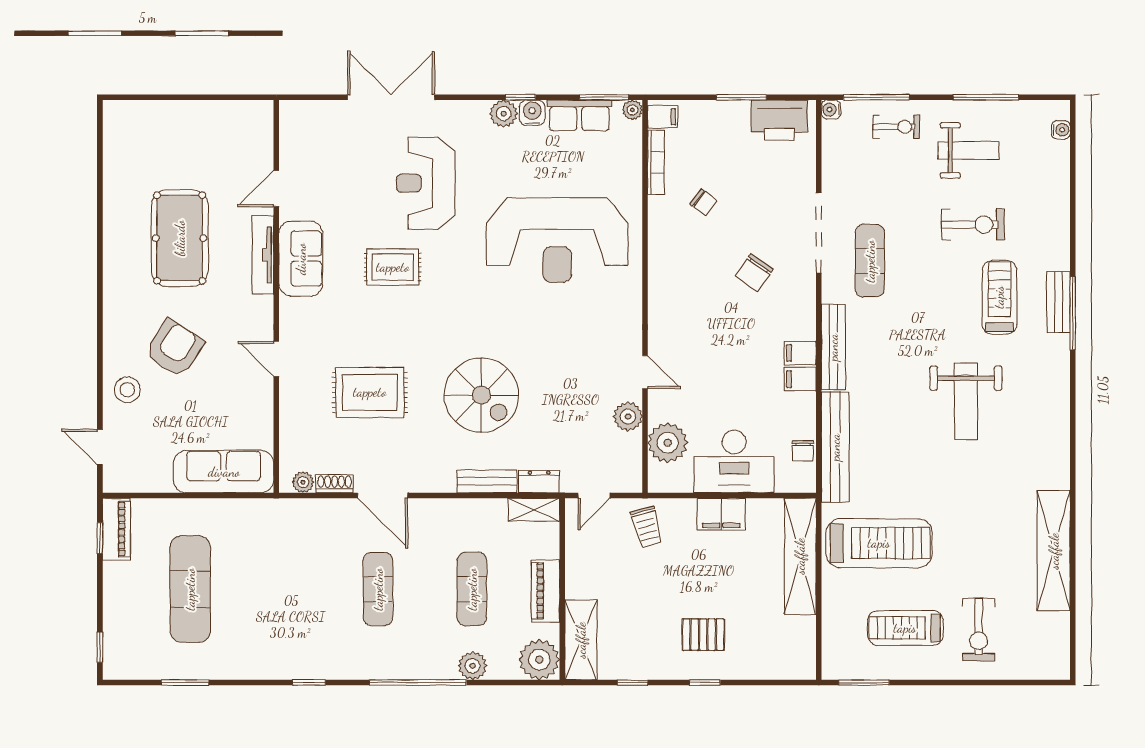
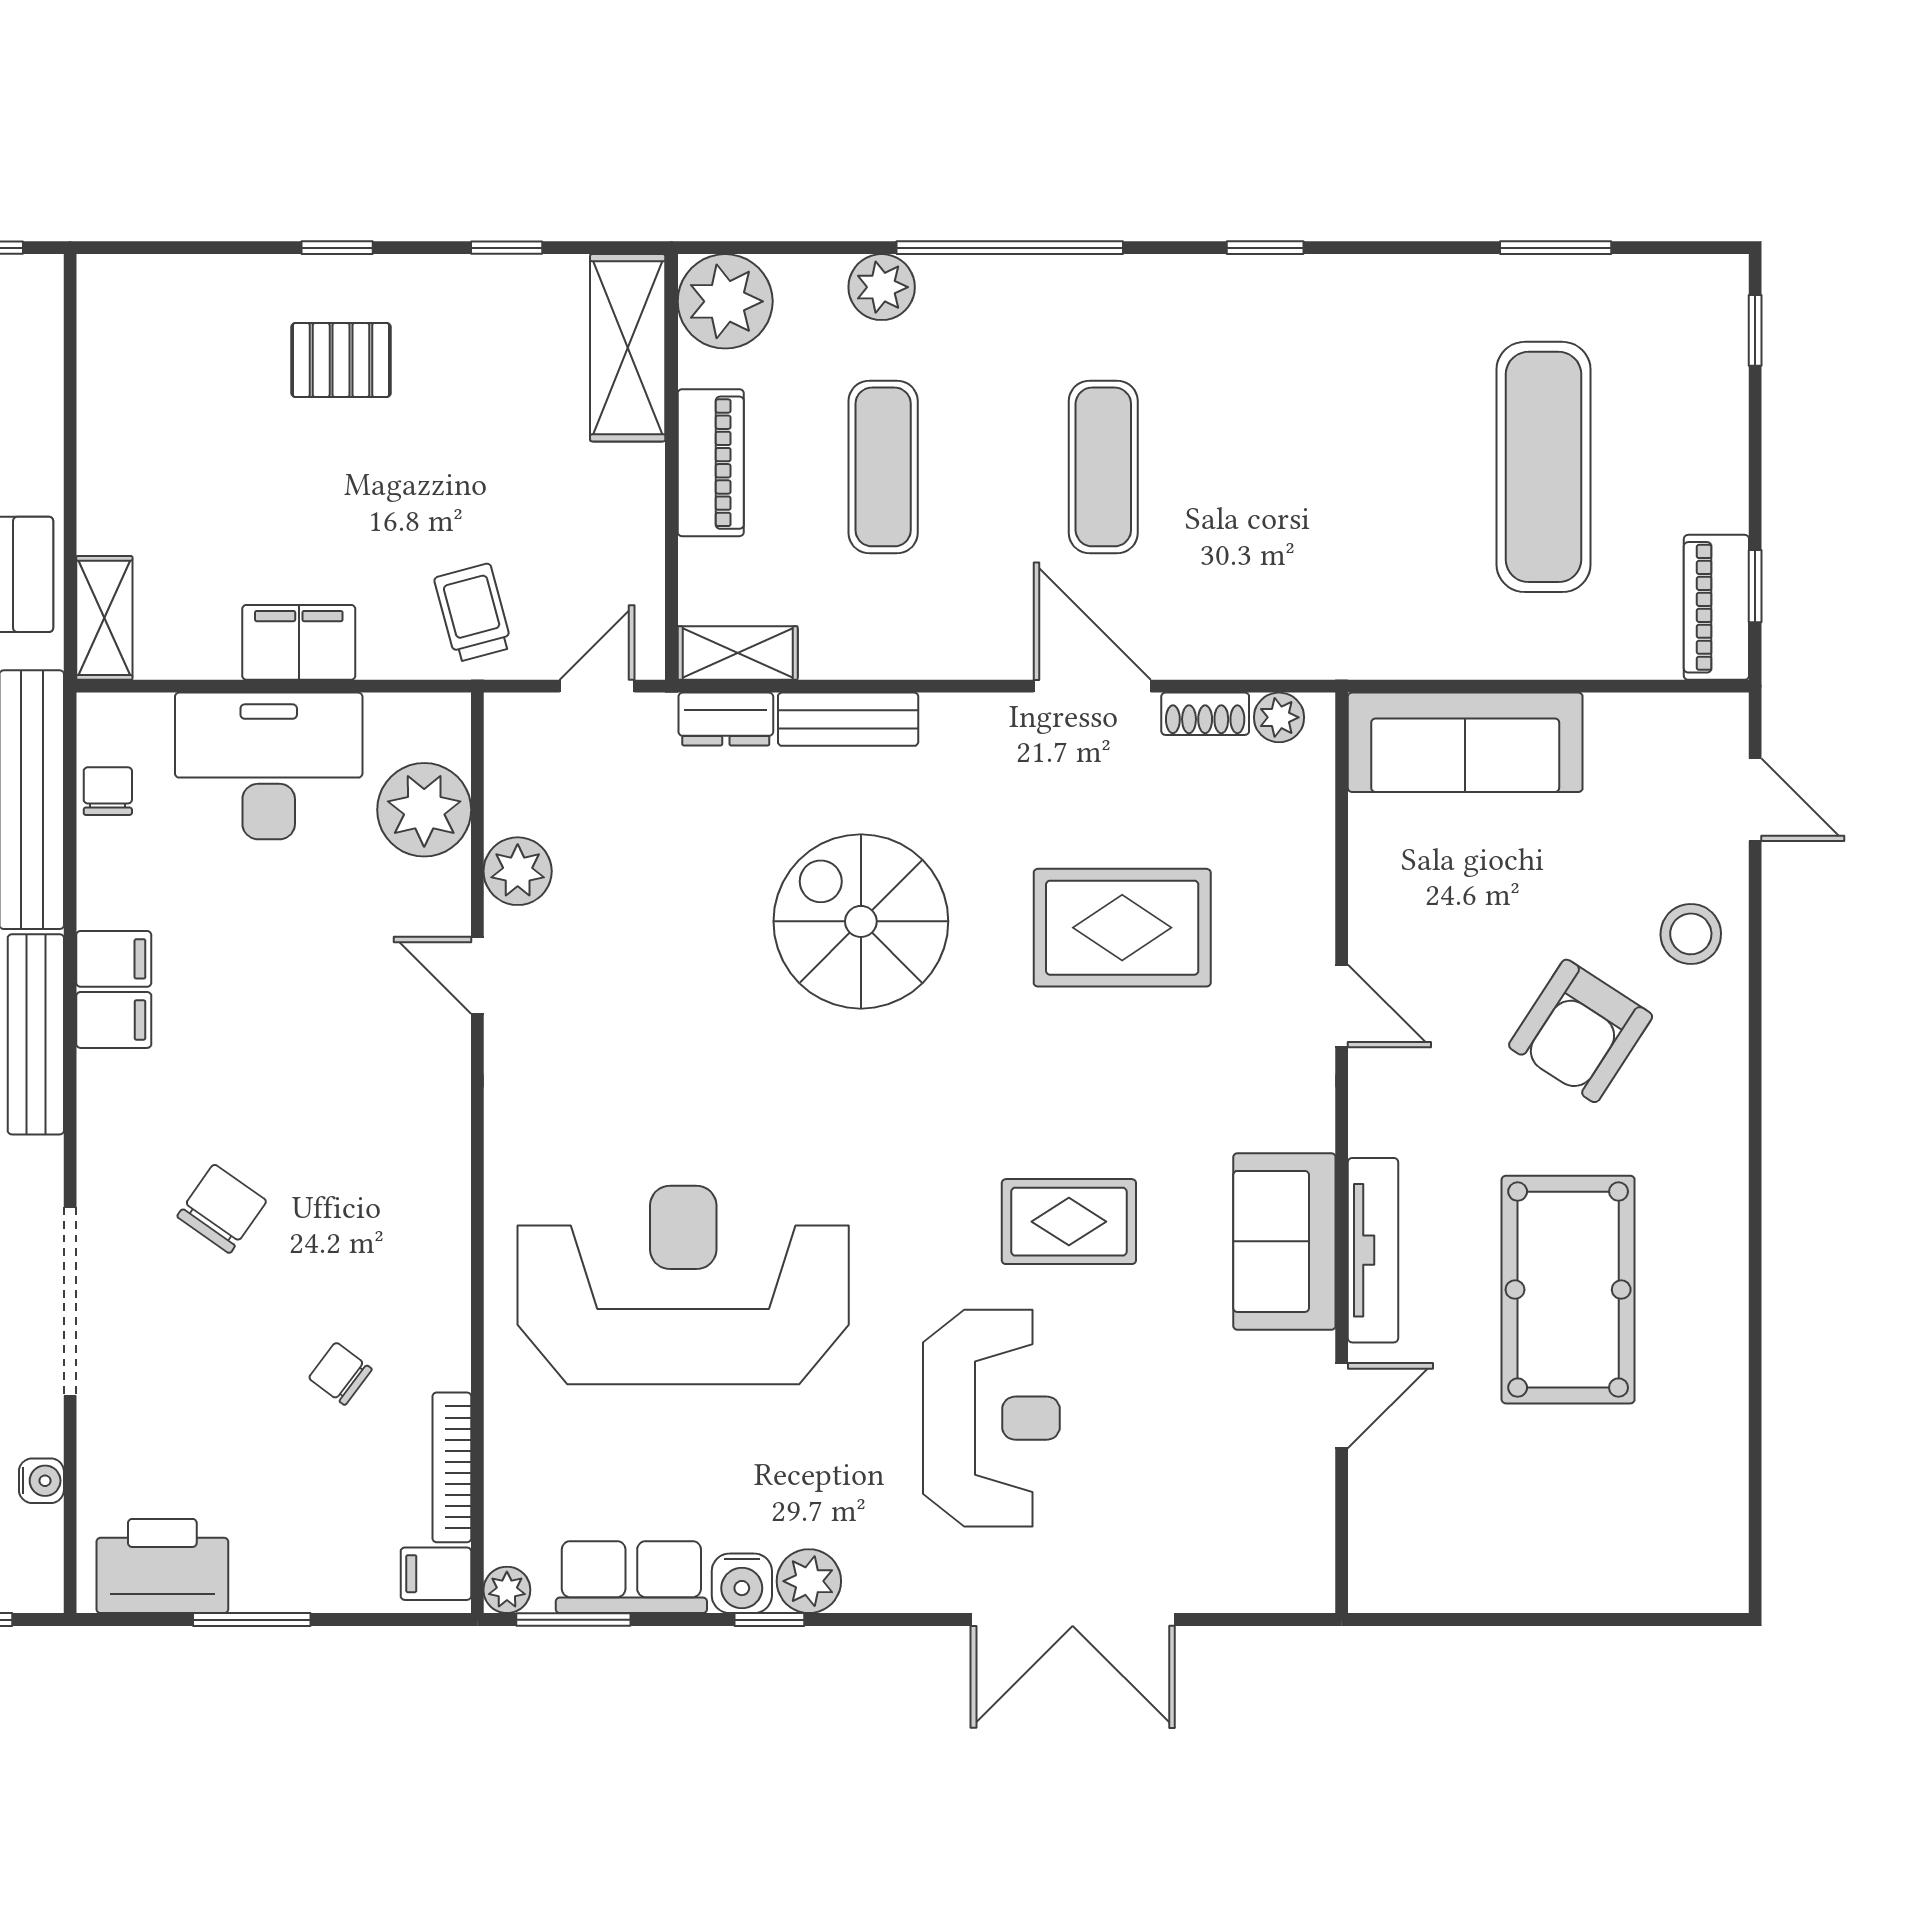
water cooler: (831, 110) -> (41, 1481), moved
shelving: (800, 556) -> (104, 618), width x0.45, depth x0.75

